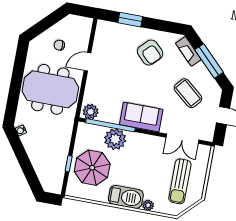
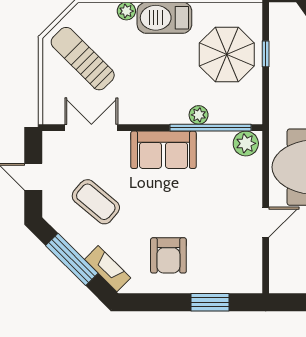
armchair: (150, 53) -> (168, 255), turned -135
plant: (115, 139) -> (199, 115), width x0.53, depth x0.53
sun lounger: (180, 181) -> (83, 59), turned -45

